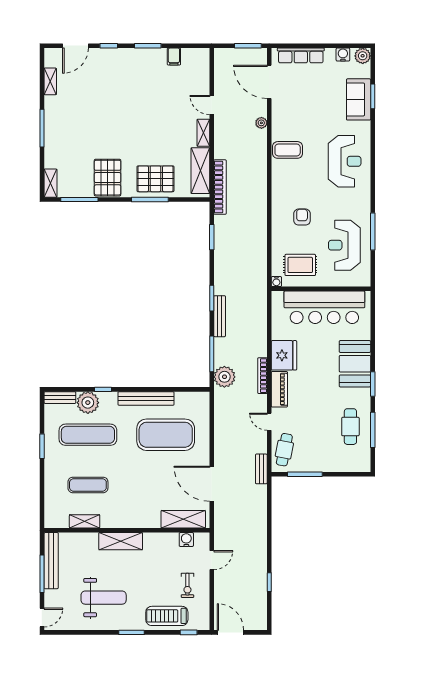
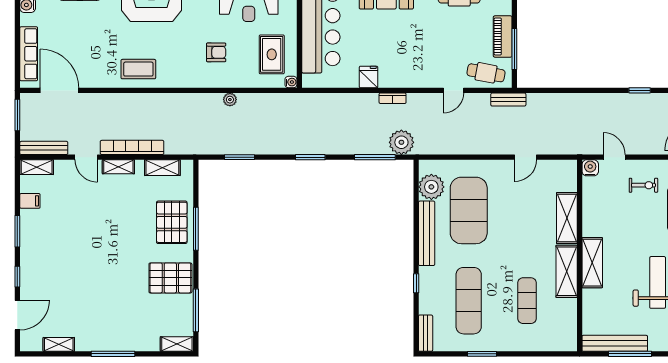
door: (75, 46) -> (17, 315), hinge flipped
shelving: (203, 62) -> (37, 167), added
door: (269, 82) -> (59, 90), swing flipped
door: (212, 105) -> (86, 157), hinge flipped
plant: (261, 123) -> (230, 100), moved
coffee table: (288, 150) -> (138, 69), turned 90
shelving: (200, 171) -> (162, 168), width x0.67, depth x0.75
bookcase: (220, 187) -> (132, 147), moved
armchair: (302, 217) -> (216, 52), turned 180
bench: (220, 316) -> (44, 148), moved
fridge: (284, 355) -> (369, 77), width x0.53, depth x0.75
bookcase: (262, 376) -> (393, 98), width x0.64
piano: (279, 389) -> (503, 36), moved, turned -90
plant: (88, 403) -> (431, 187), moved
door: (212, 484) -> (526, 157), width x0.53
shelving: (183, 519) -> (567, 218), moved
shelving: (85, 521) -> (567, 271), moved, width x1.50, depth x1.33
water cooler: (186, 540) -> (590, 168), moved, turned 90

